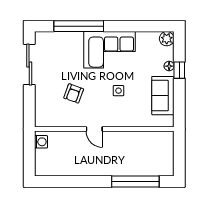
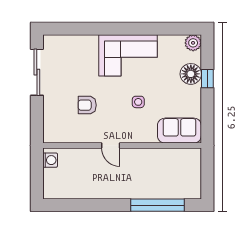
window: (79, 26) -> (93, 29), removed
floor lamp: (169, 66) -> (191, 74), width x1.89, depth x1.89
armchair: (74, 93) -> (87, 105), turned 70
sofa: (163, 96) -> (179, 131), moved, turned 90

